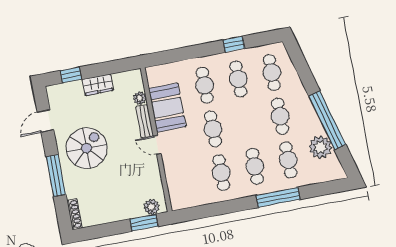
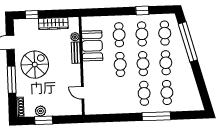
wardrobe: (98, 85) -> (53, 24), width x1.50
window: (327, 120) -> (188, 42), moved
door: (157, 145) -> (83, 93), moved
plant: (320, 147) -> (189, 87), removed
cafe table: (221, 173) -> (143, 64), moved
plant: (151, 207) -> (40, 111), moved
window: (144, 223) -> (44, 120), moved

